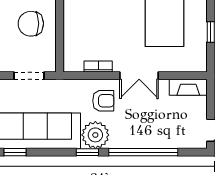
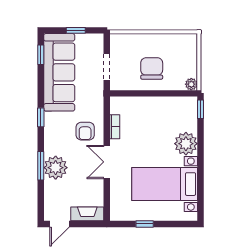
fireplace: (188, 87) -> (87, 214), moved, turned 90
plant: (95, 135) -> (56, 168), moved
window: (143, 152) -> (41, 166), width x0.47

